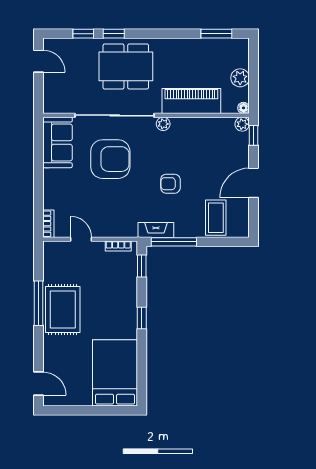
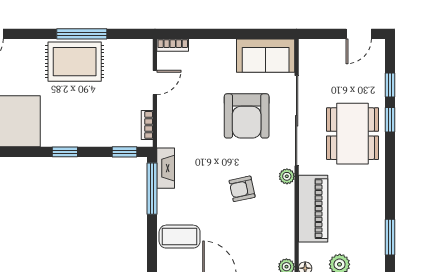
armchair: (170, 184) -> (242, 189), moved, turned -102

